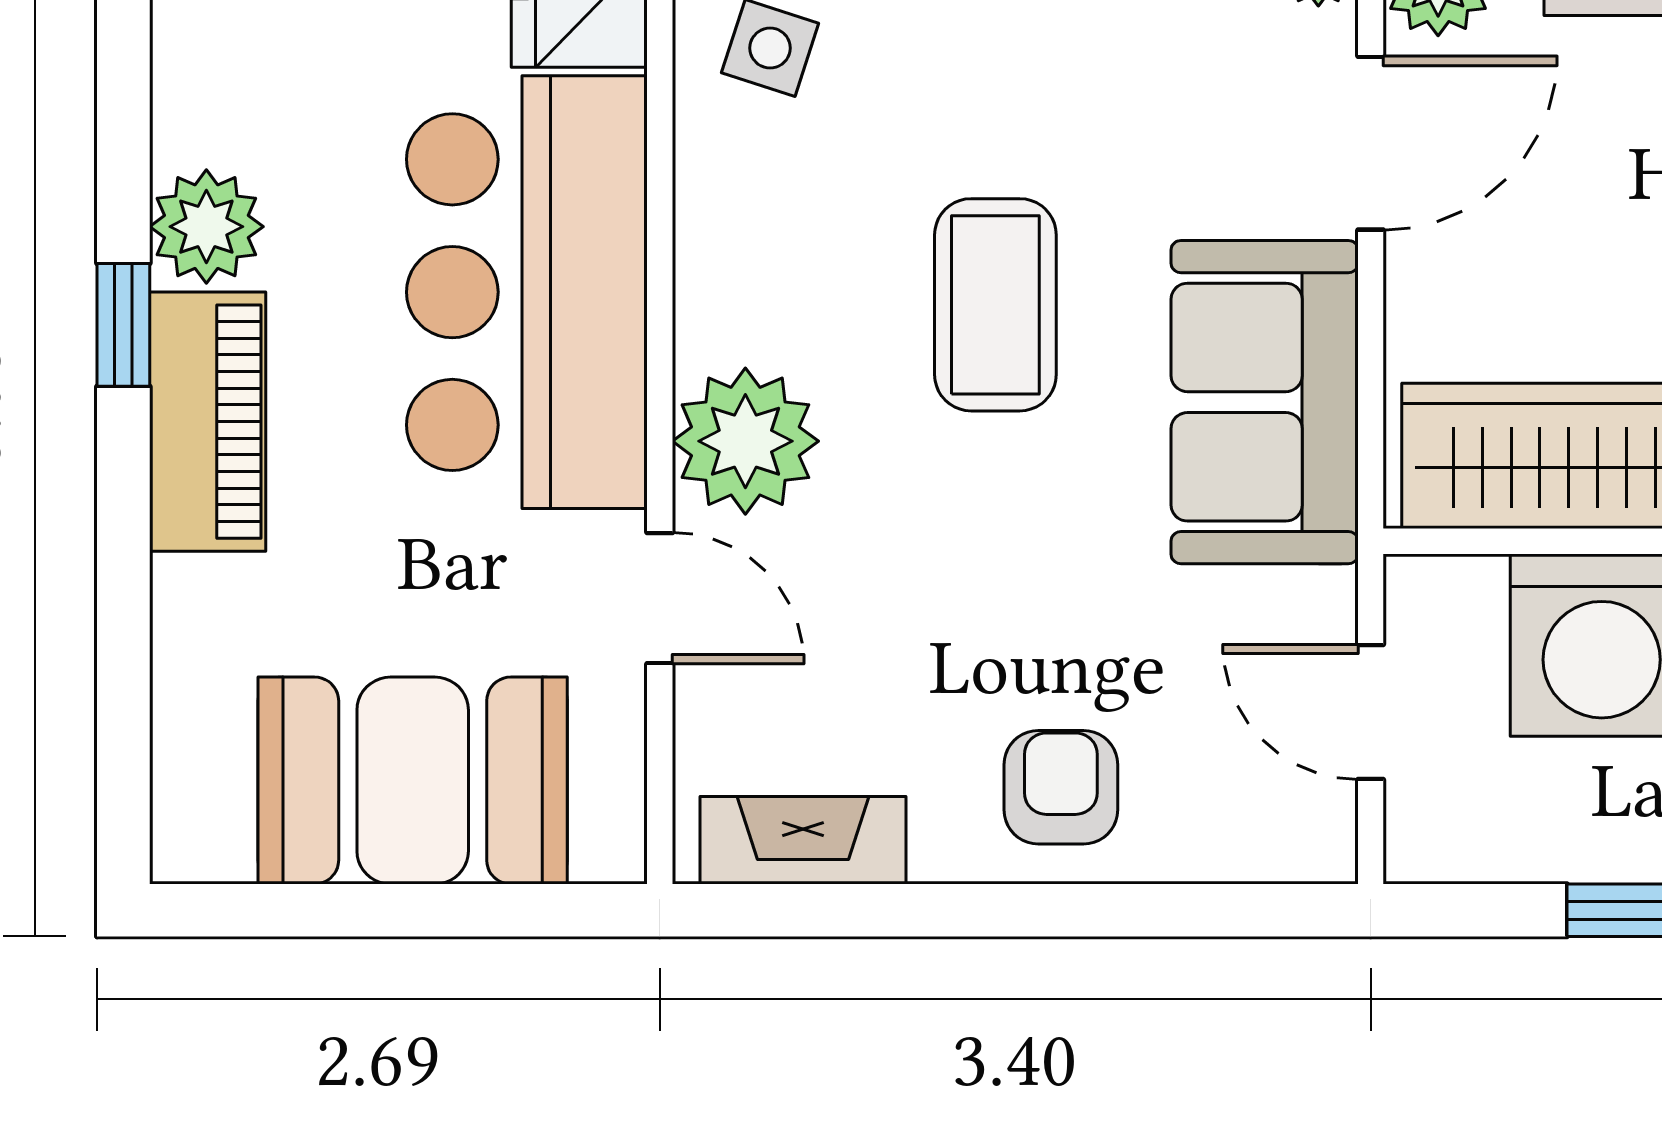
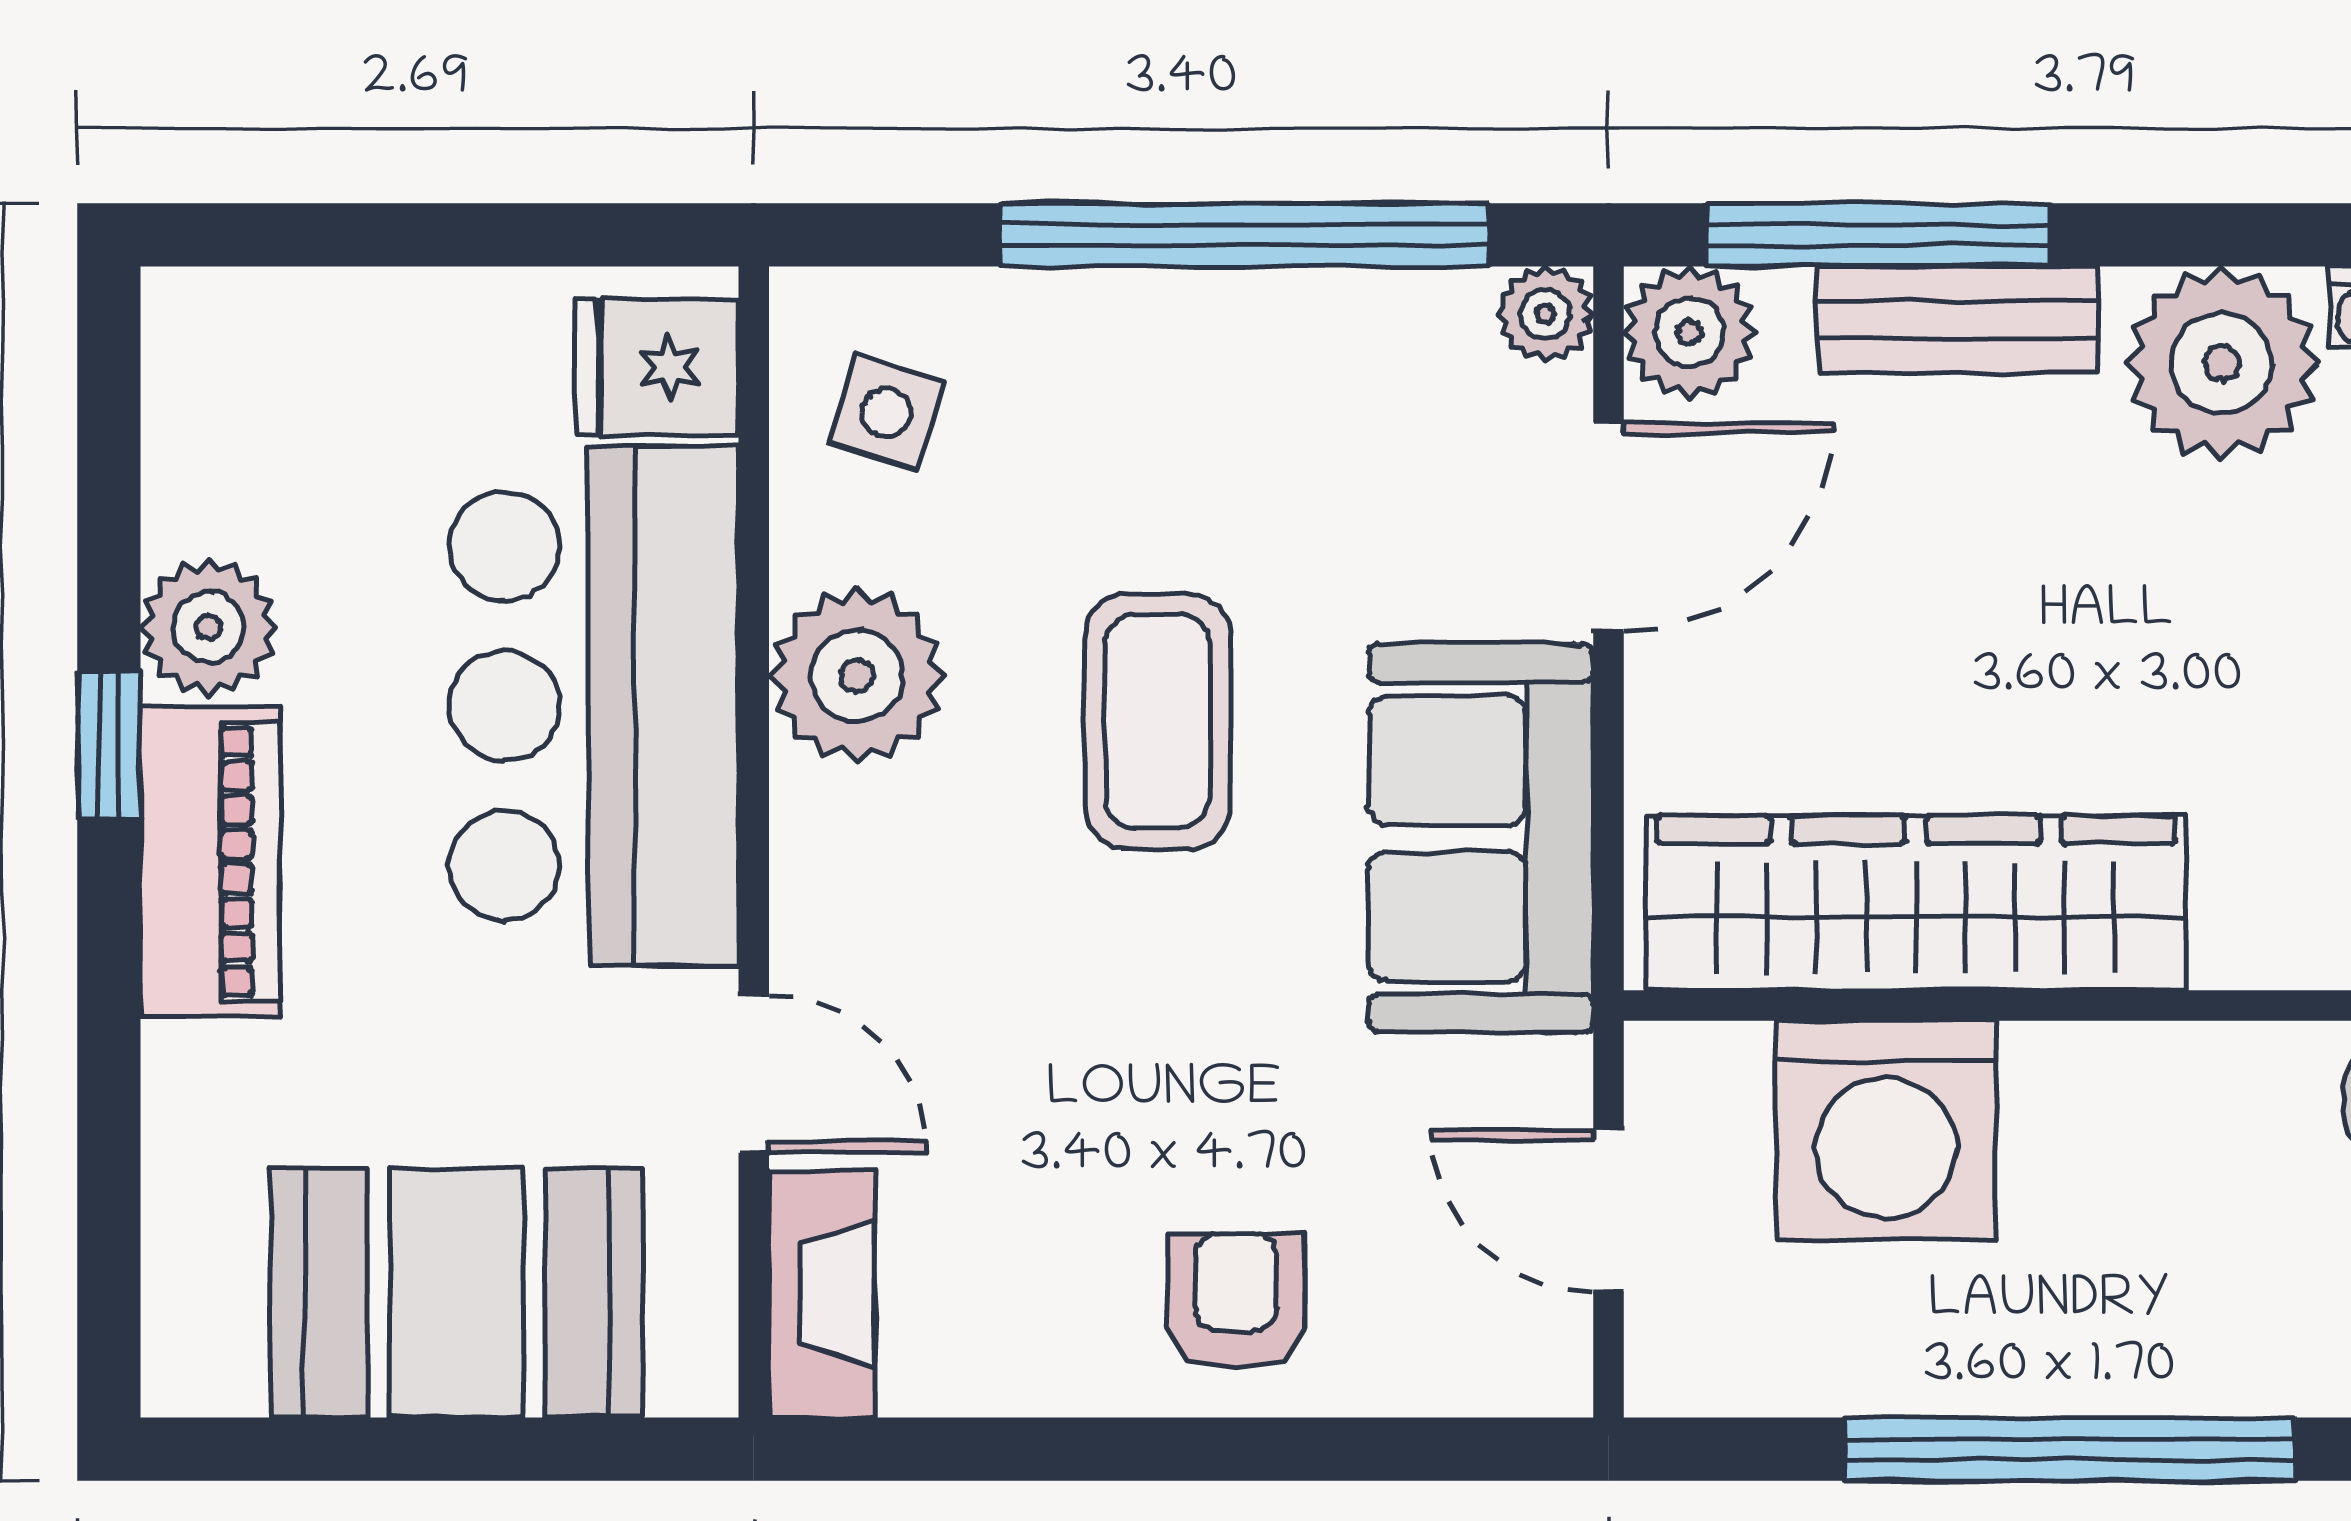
plant: (745, 441) -> (857, 676), moved
fireplace: (803, 840) -> (822, 1294), moved, turned 90

